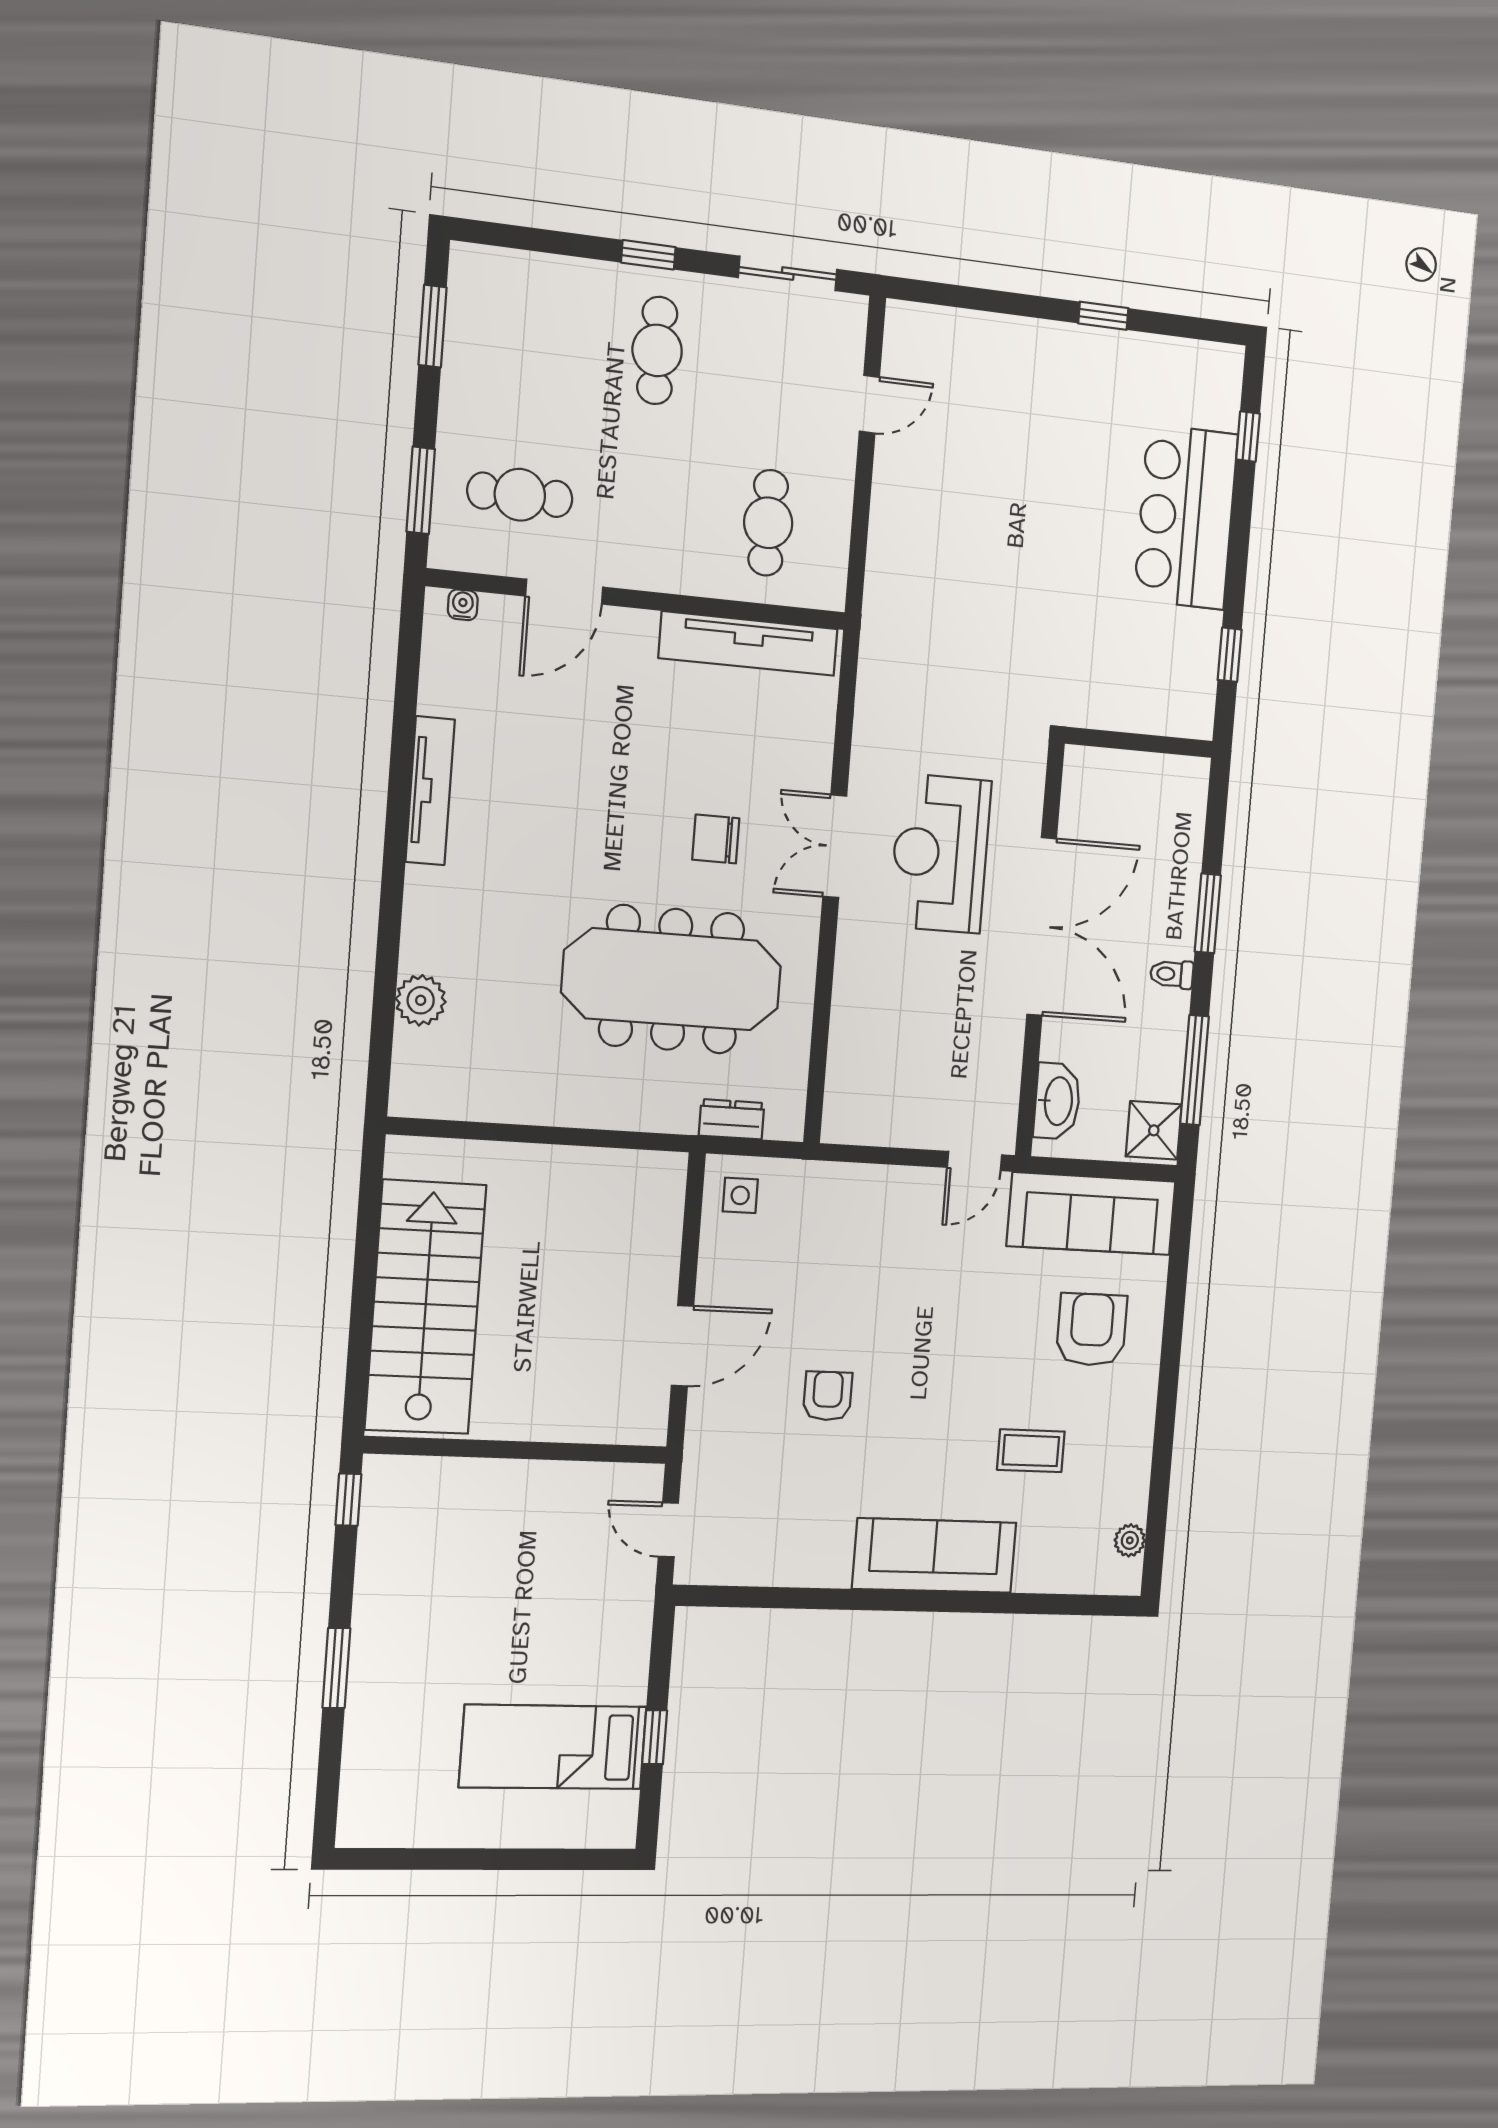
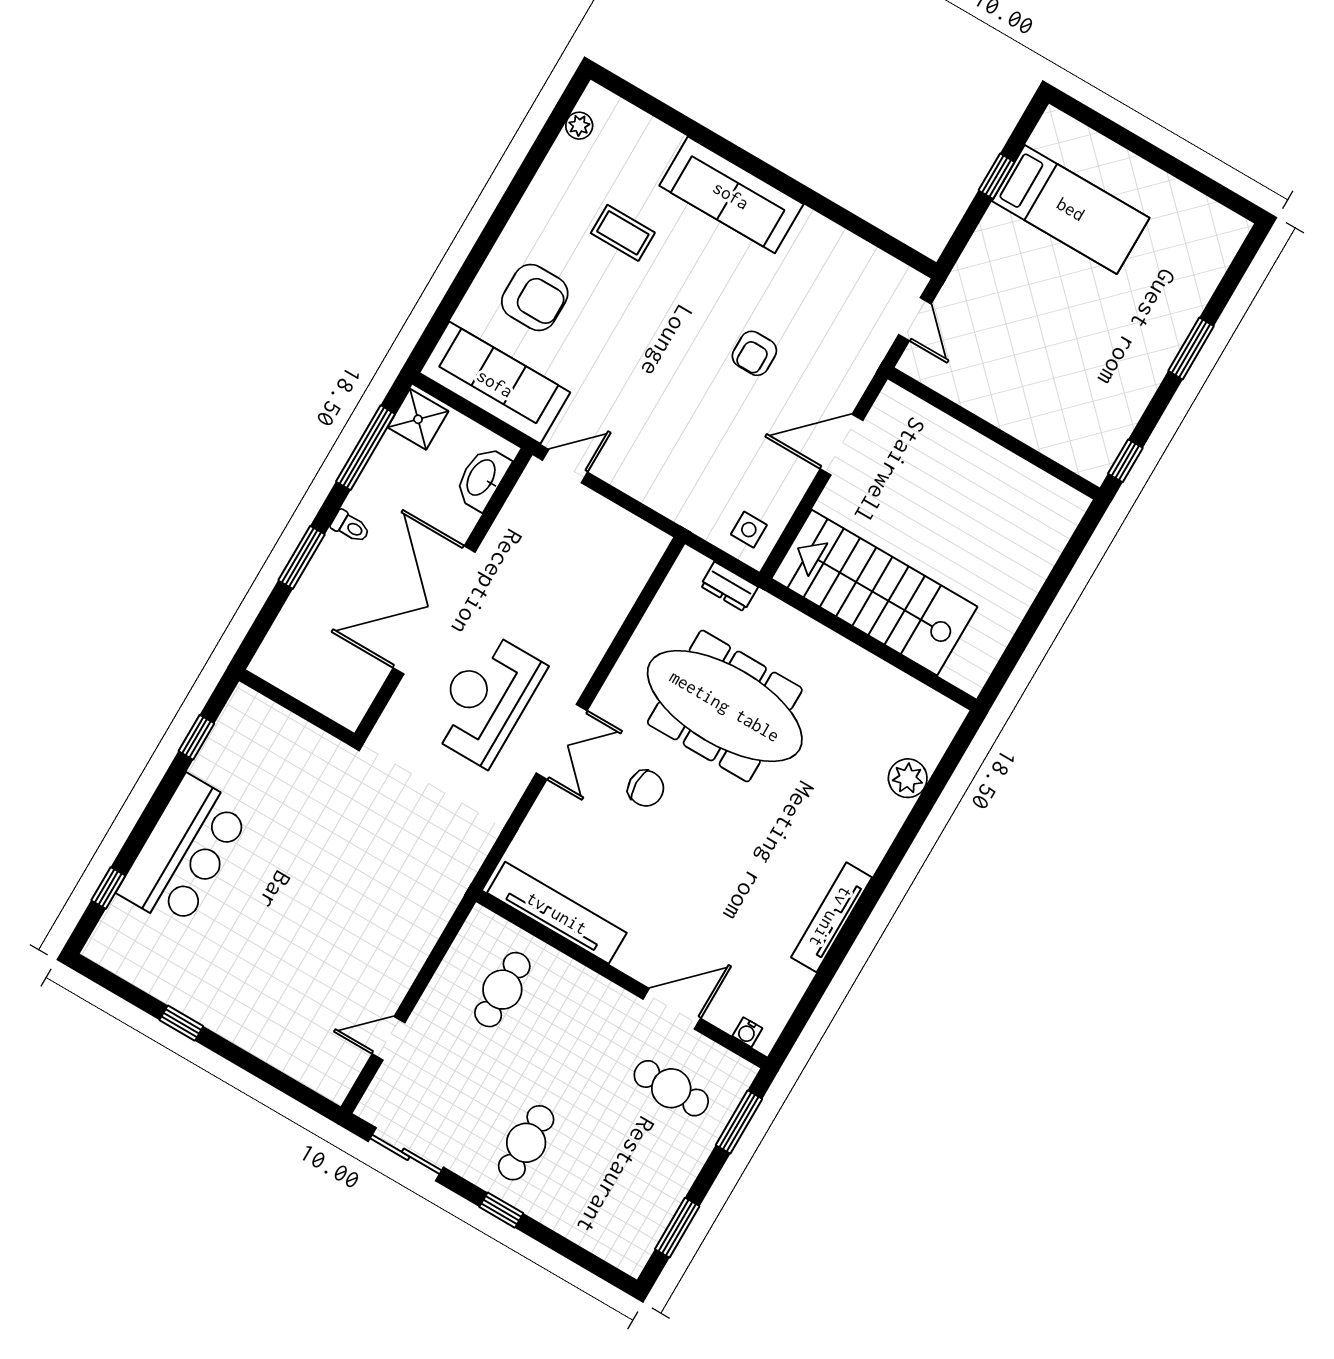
reception desk: (940, 854) -> (486, 699), turned 180
stairs: (426, 1307) -> (874, 593), moved, turned 90
armchair: (1092, 1330) -> (535, 297), turned -90

